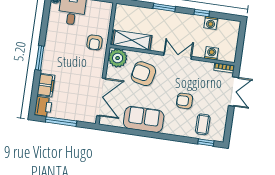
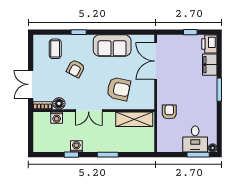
washing machine: (211, 23) -> (76, 146), moved
plant: (118, 58) -> (145, 100), removed
floor lamp: (207, 68) -> (59, 103), added
armchair: (185, 101) -> (76, 69), turned 118
window: (61, 122) -> (190, 32), width x0.46
window: (206, 142) -> (79, 32), moved

